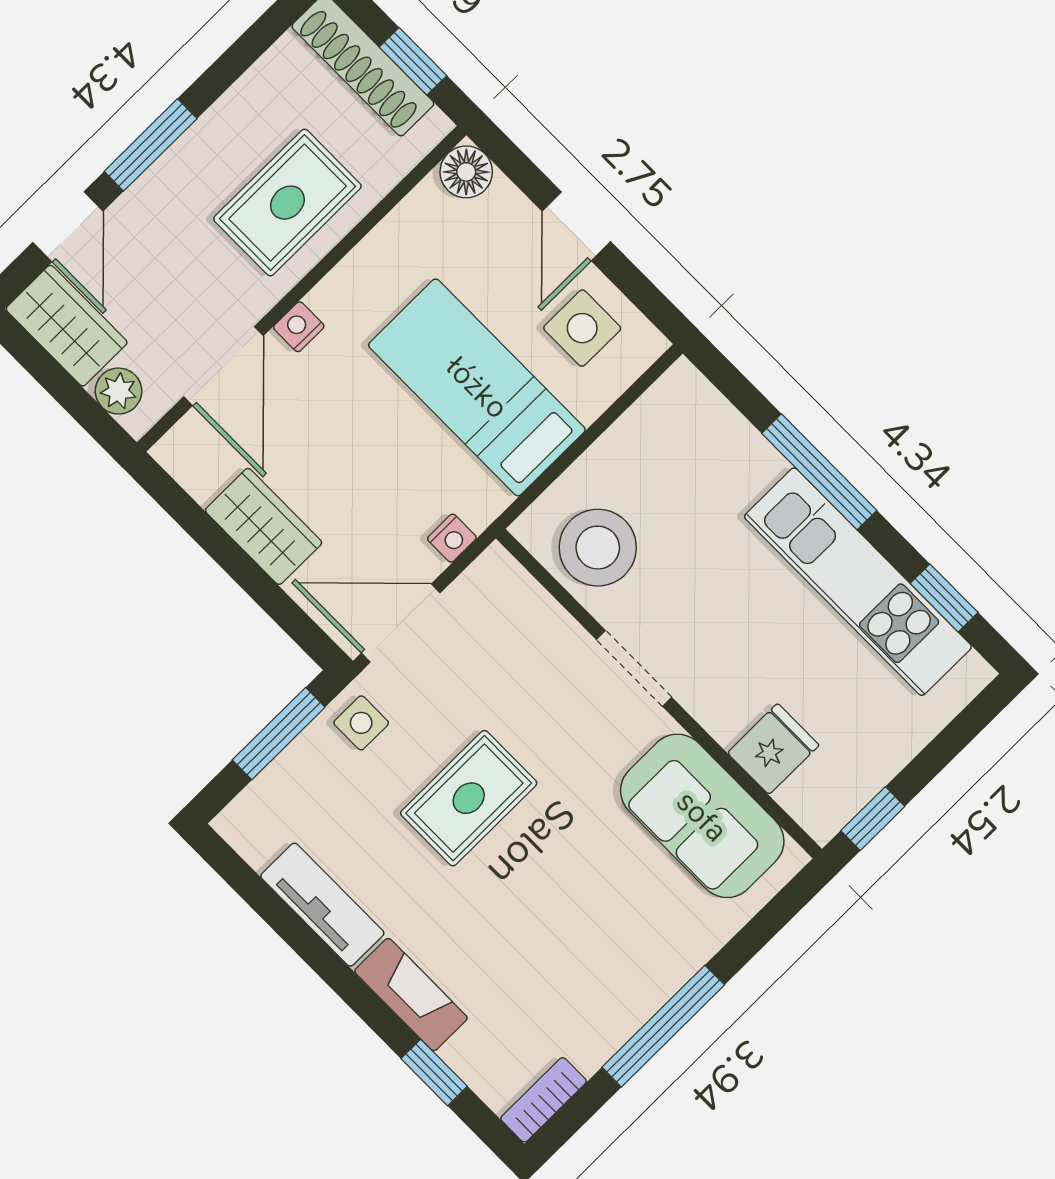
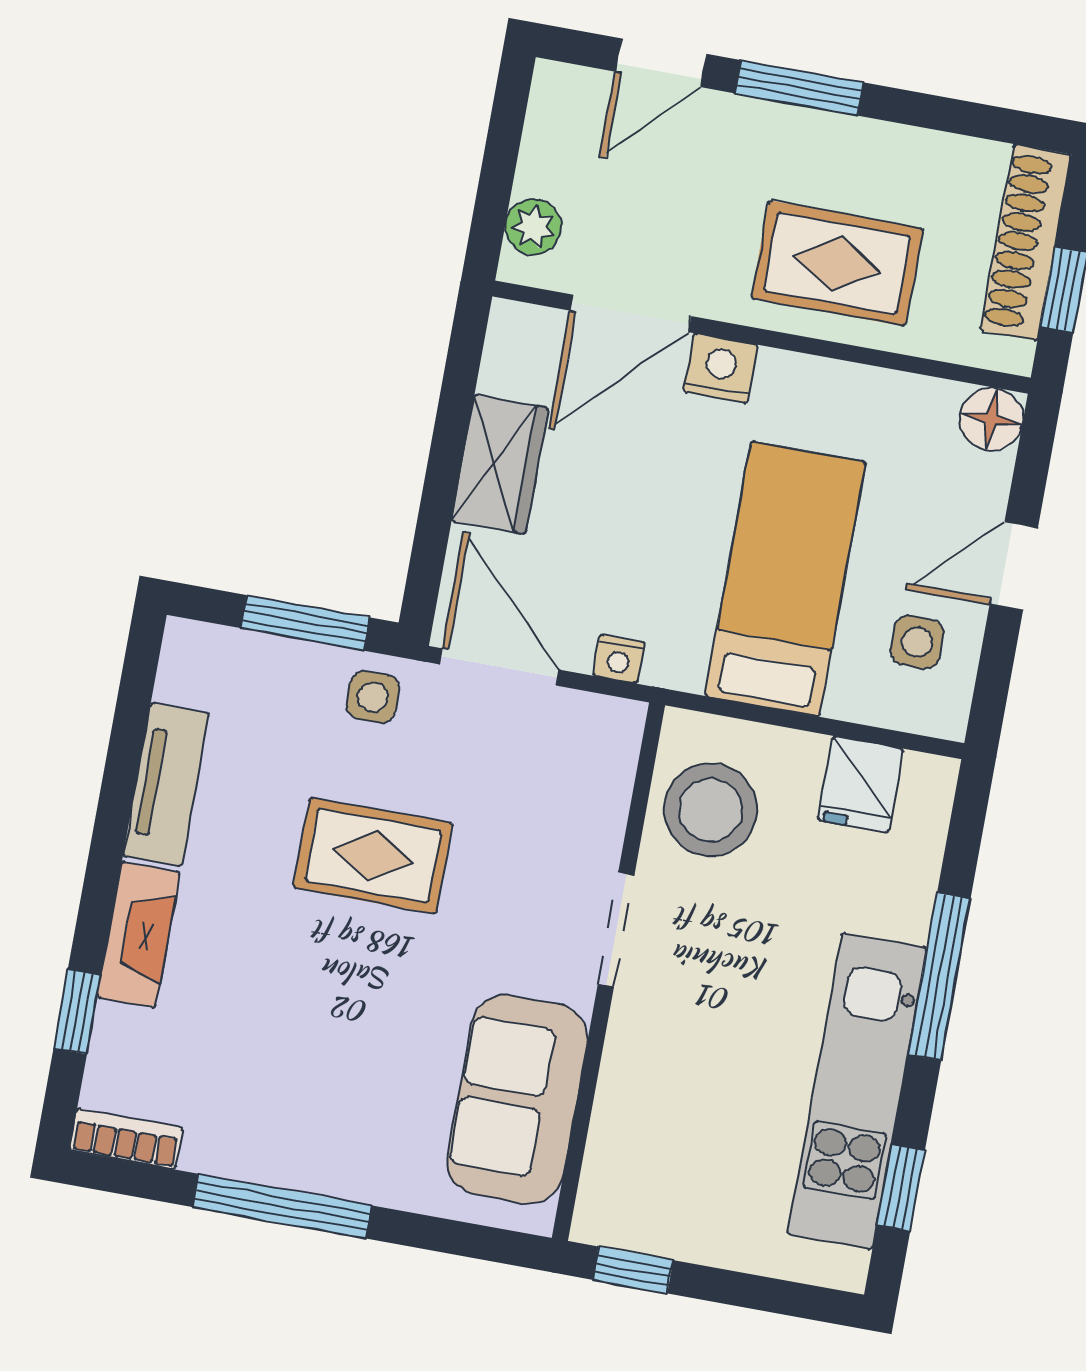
wardrobe: (67, 326) -> (562, 130), removed
nightstand: (299, 327) -> (720, 368), width x1.39, depth x1.35
side table: (582, 328) -> (917, 642), width x0.73, depth x0.73
fridge: (773, 749) -> (861, 785), moved, turned 90

